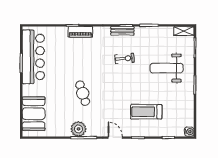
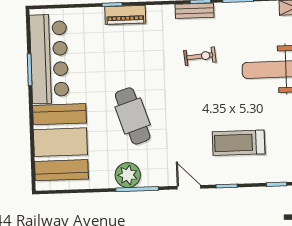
cafe table: (83, 93) -> (133, 116), width x1.37, depth x1.35
booth: (34, 114) -> (60, 142), width x1.36, depth x1.42

